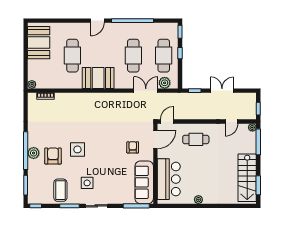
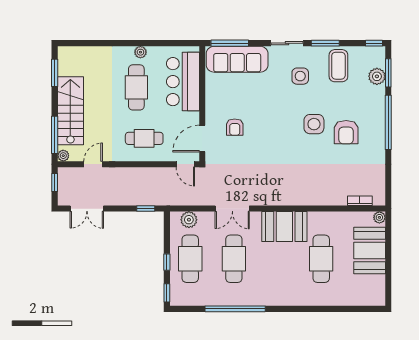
door: (97, 21) -> (285, 309), removed
booth: (39, 43) -> (370, 250), moved
double door: (146, 91) -> (232, 209), moved
double door: (222, 91) -> (87, 209), moved
door: (167, 121) -> (185, 164), hinge flipped
plant: (34, 153) -> (377, 76), moved
armchair: (53, 156) -> (346, 132), moved
cafe table: (201, 175) -> (136, 87), added
stairs: (247, 178) -> (70, 111), moved
sofa: (144, 182) -> (237, 59), moved, turned 90

